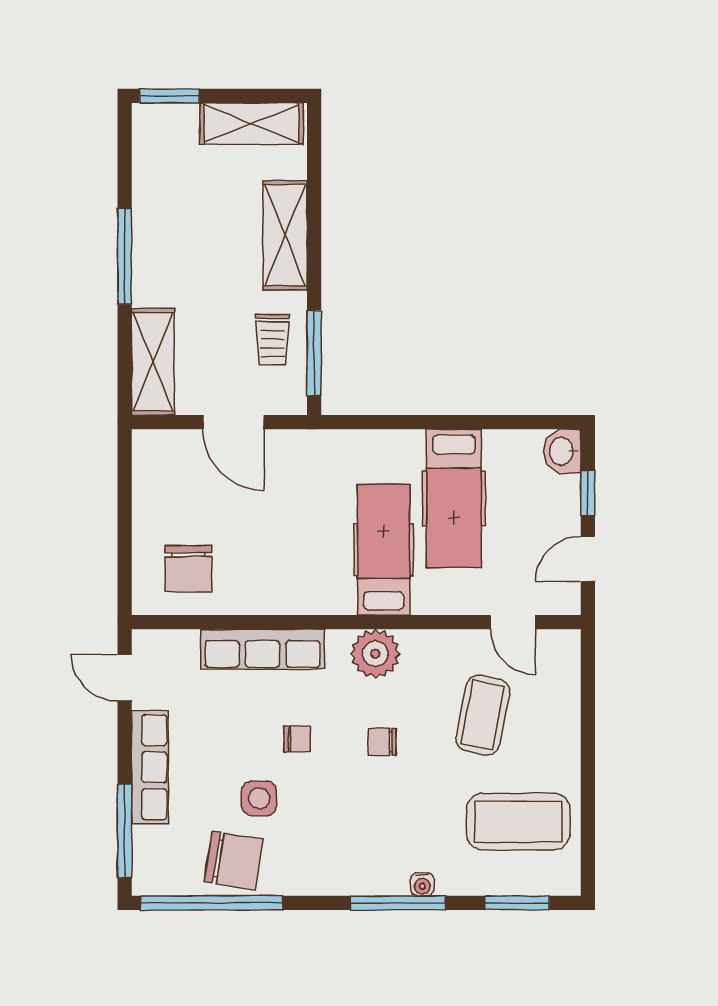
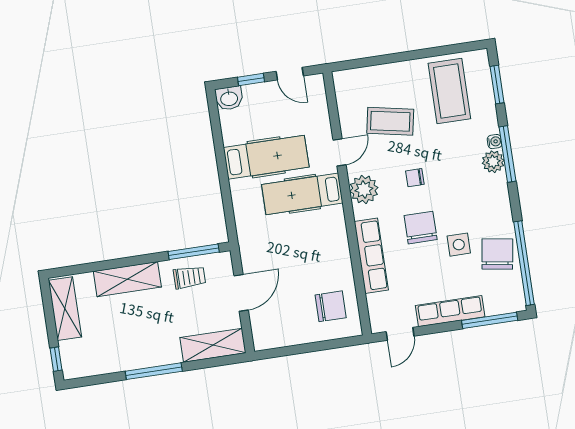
window: (169, 96) -> (56, 359), width x0.67
door: (513, 622) -> (339, 152), moved
chair: (297, 739) -> (421, 228), width x1.87, depth x1.87
chair: (382, 742) -> (415, 178), turned 90
plant: (389, 877) -> (493, 162), added

